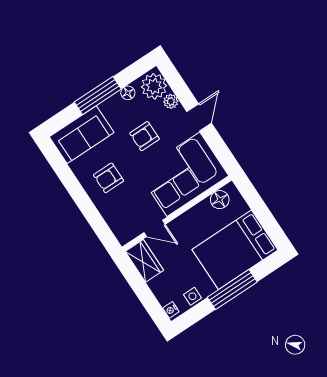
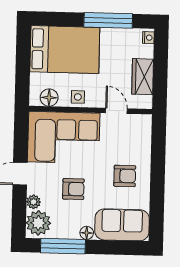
floor lamp: (128, 93) -> (87, 233), moved
window: (98, 95) -> (63, 246), moved
wardrobe: (144, 261) -> (143, 77), moved
window: (232, 290) -> (108, 20), moved
side table: (192, 296) -> (78, 97), moved

